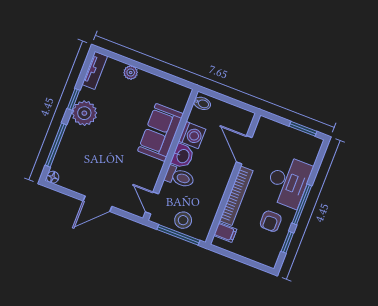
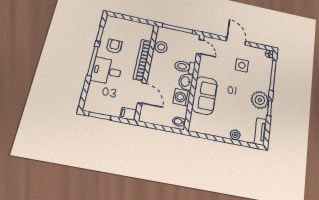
side table: (98, 166) -> (242, 65), added
desk: (288, 182) -> (107, 71), width x0.73
door: (98, 204) -> (236, 41), hinge flipped
stool: (183, 220) -> (161, 47), moved
filing cabinet: (225, 232) -> (128, 114), moved

